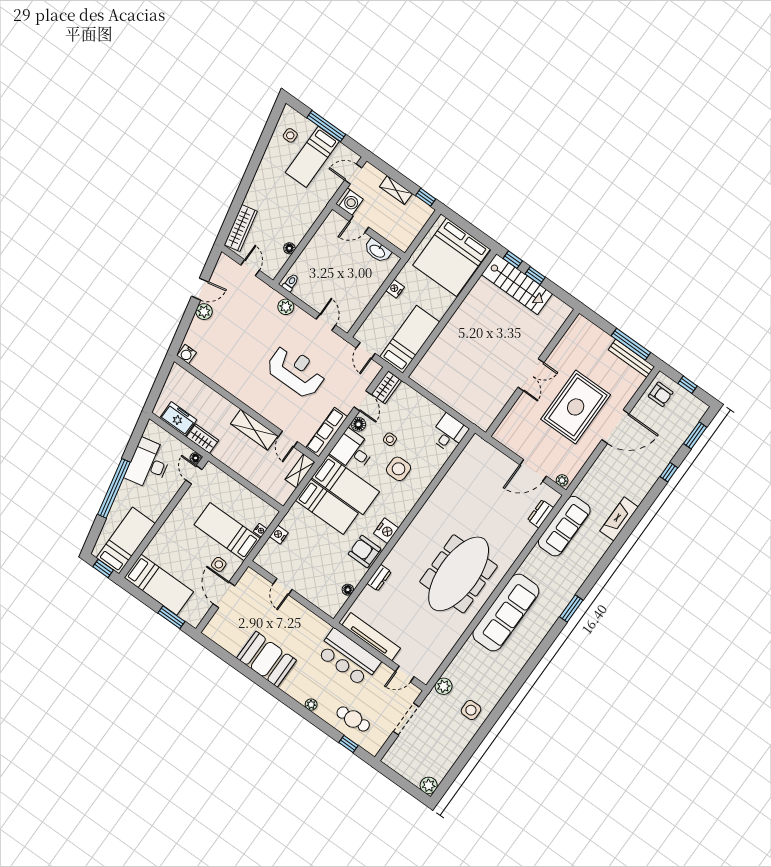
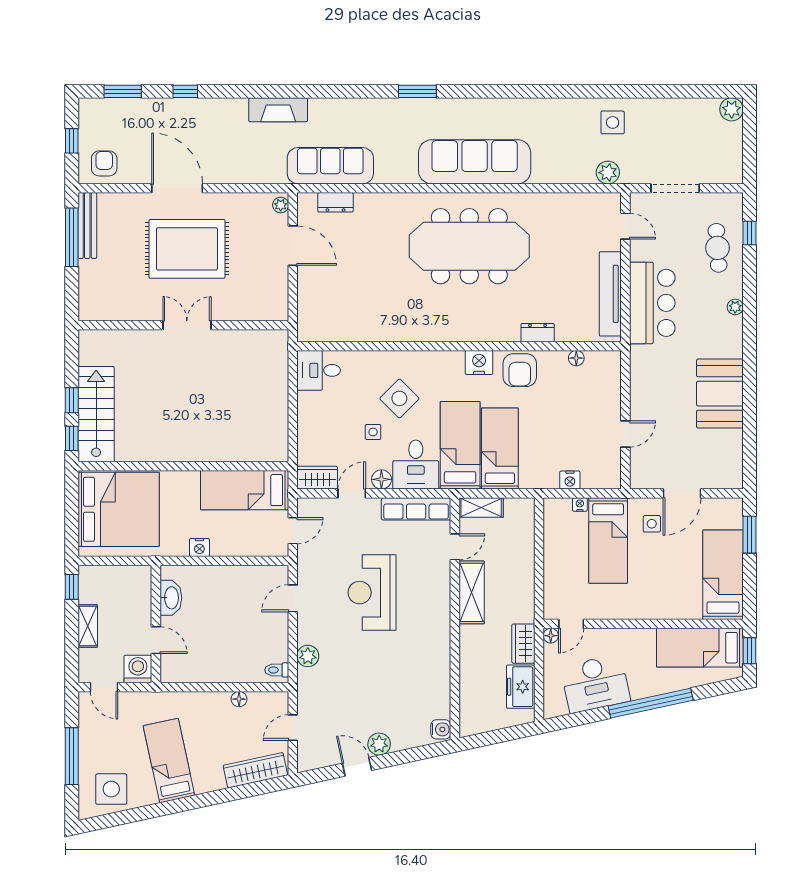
side table: (290, 135) -> (111, 789), width x1.87, depth x1.87
bed: (312, 157) -> (169, 761), moved, turned -102
side table: (399, 469) -> (399, 398), turned 45

